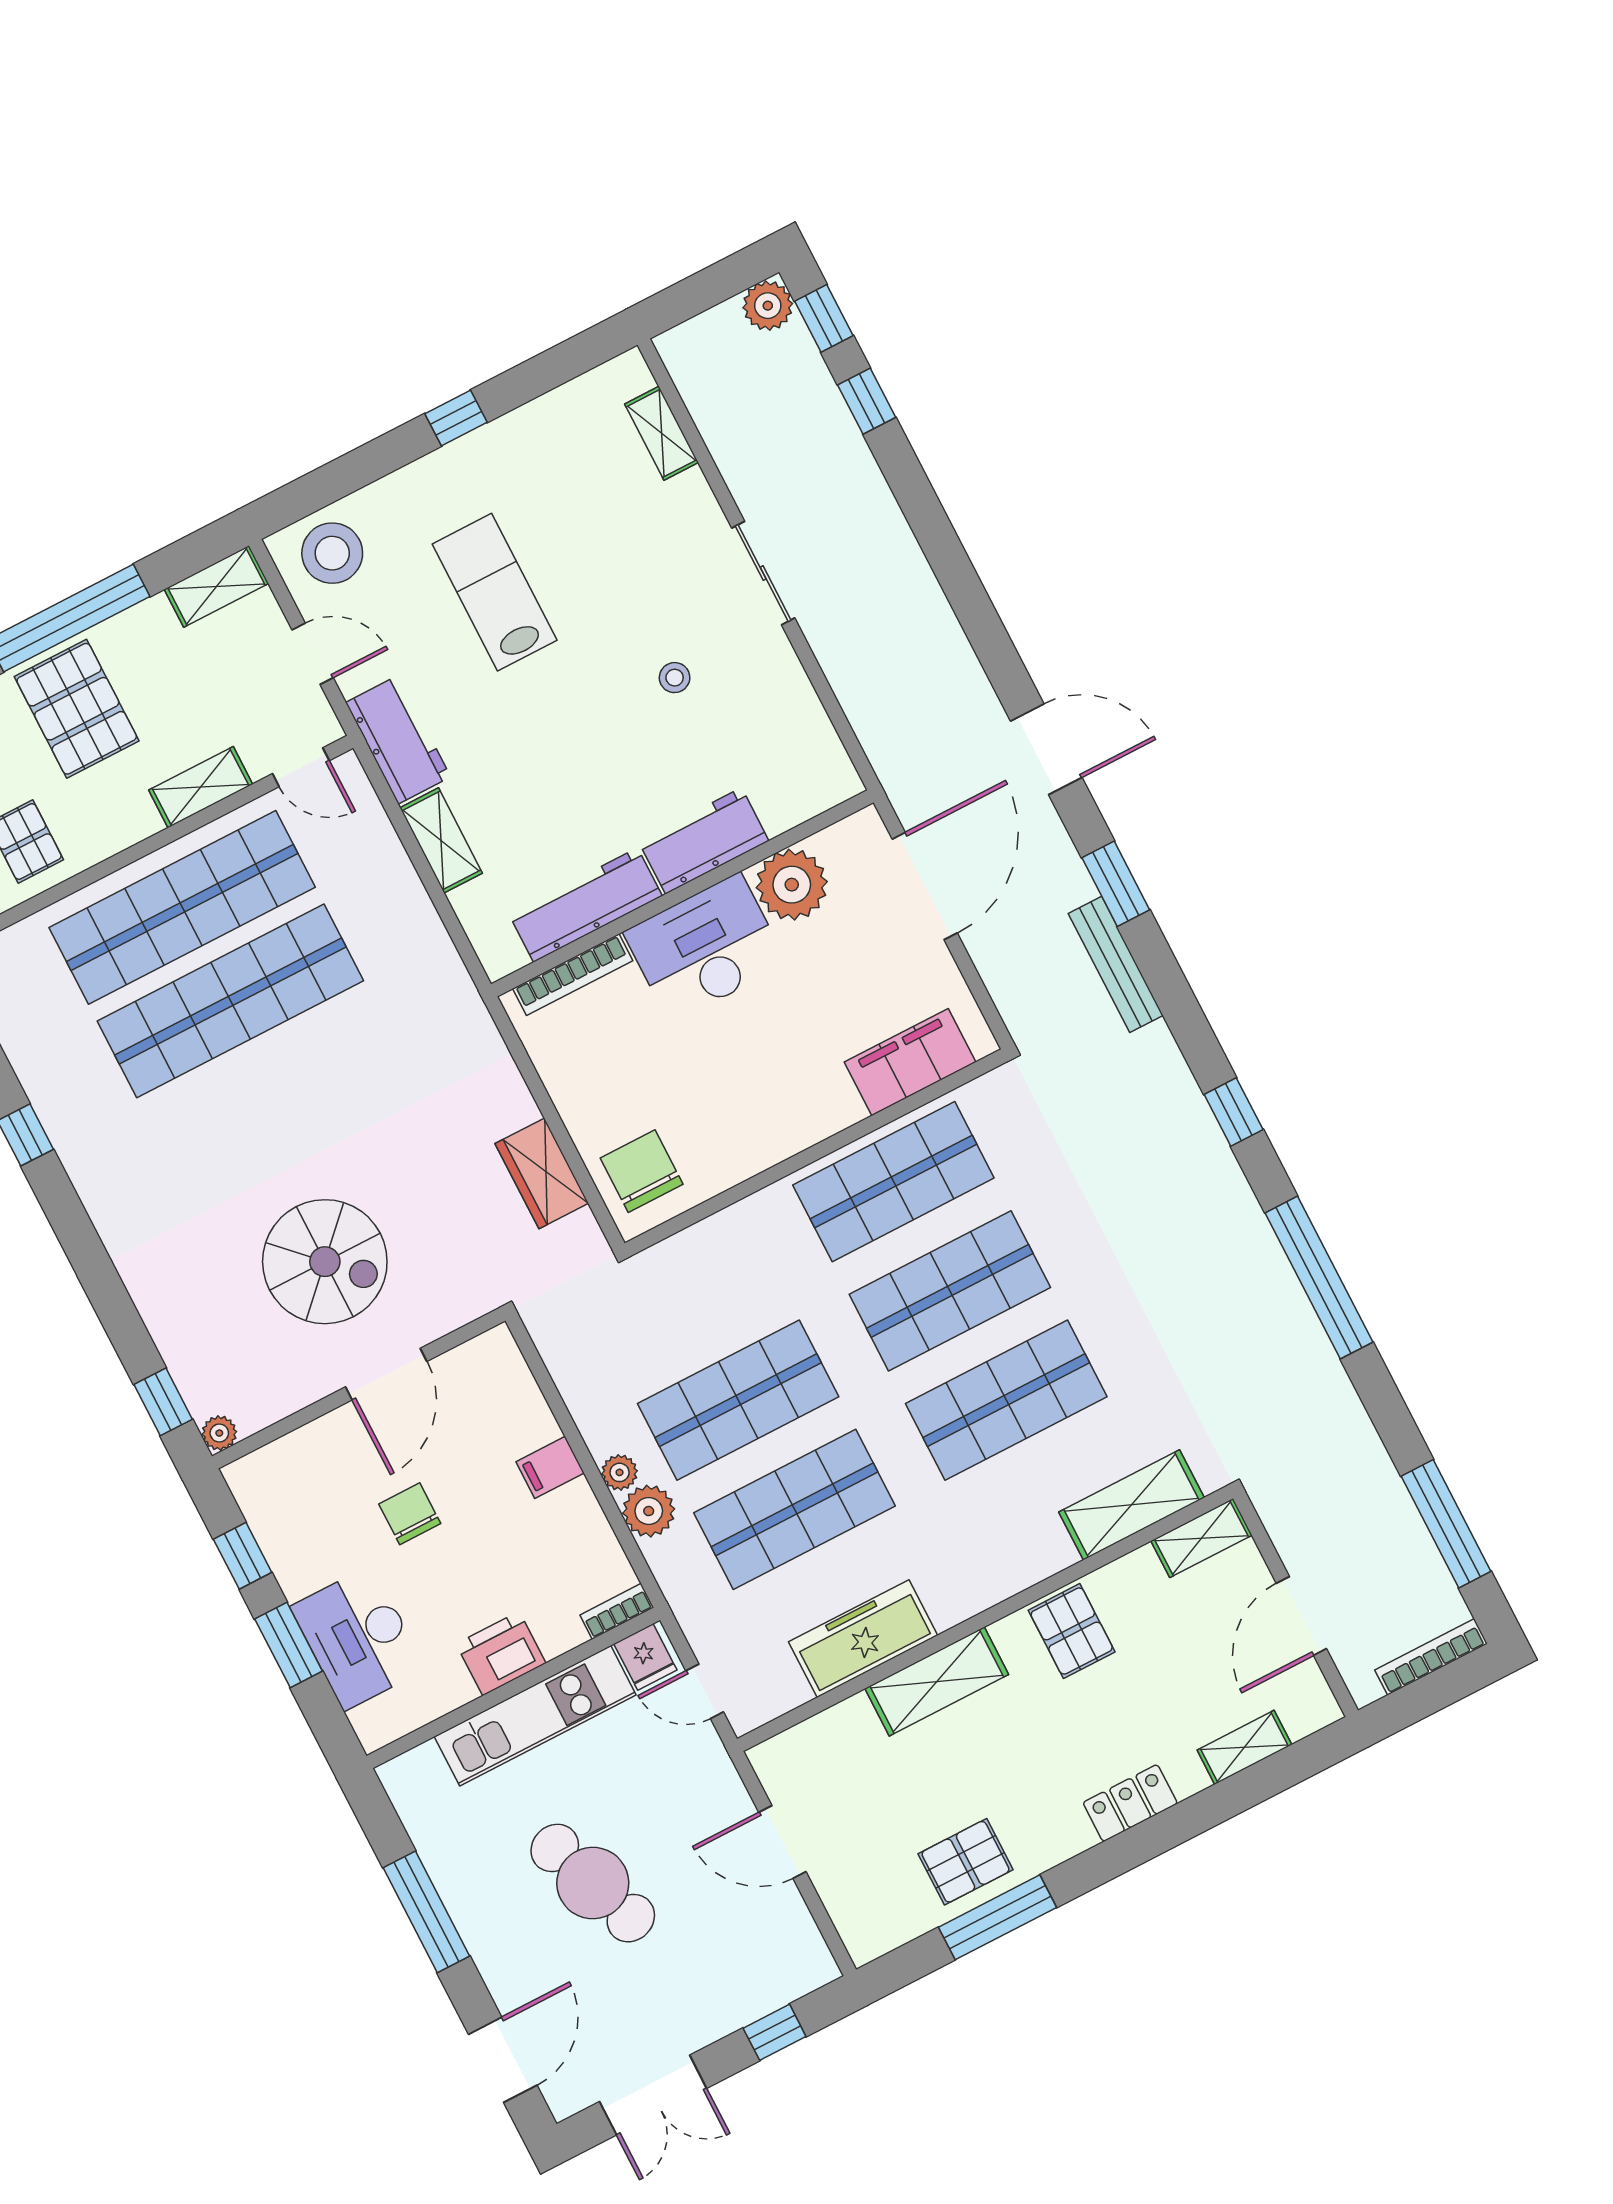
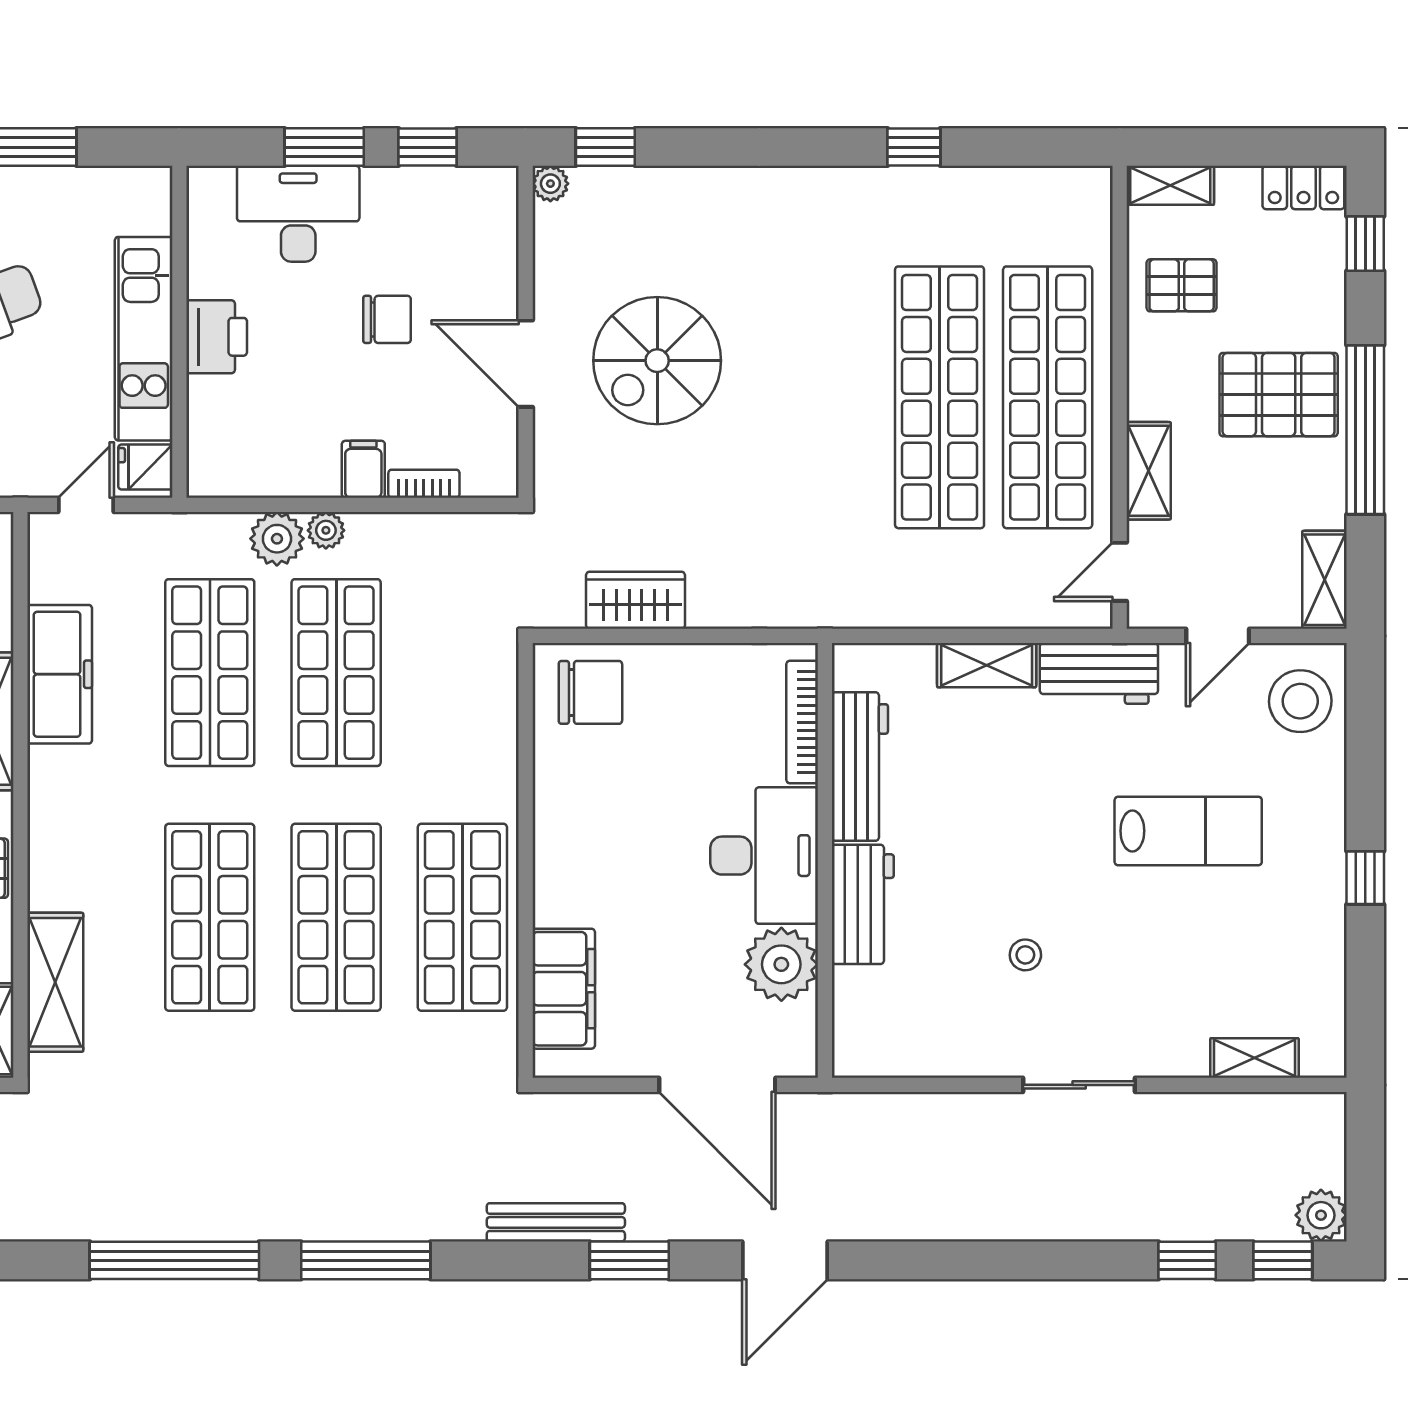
window: (1234, 1112) -> (366, 1260), width x2.17
bookcase: (617, 1611) -> (424, 484), moved, turned -90

